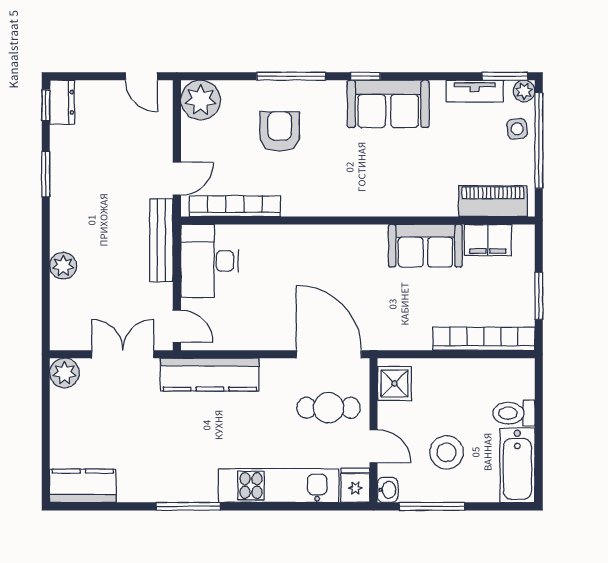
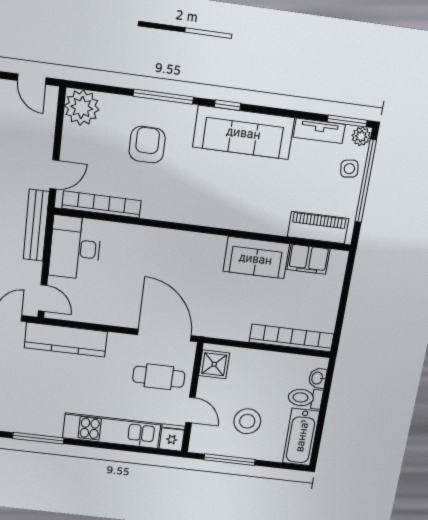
sofa: (388, 104) -> (244, 132), width x1.36
window: (539, 296) -> (342, 309), removed
washbasin: (388, 490) -> (318, 378), moved, turned 180

